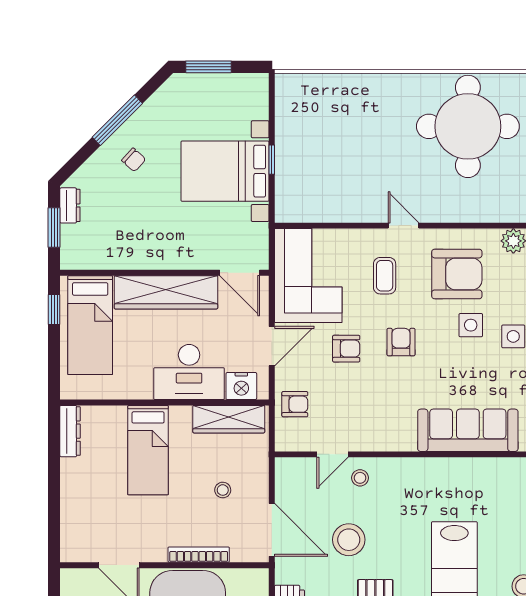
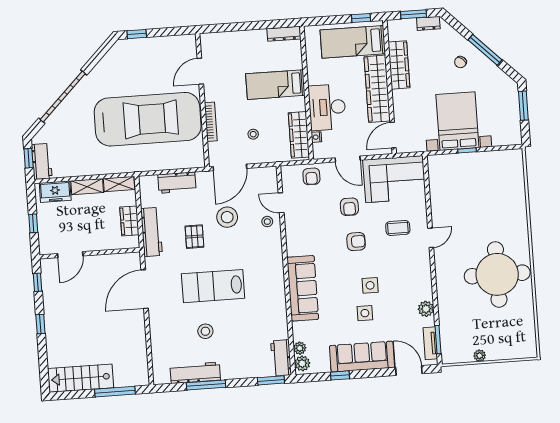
wardrobe: (131, 256) -> (399, 65), added
armchair: (457, 274) -> (402, 274), removed
nightstand: (241, 386) -> (316, 137), width x0.53, depth x0.56

